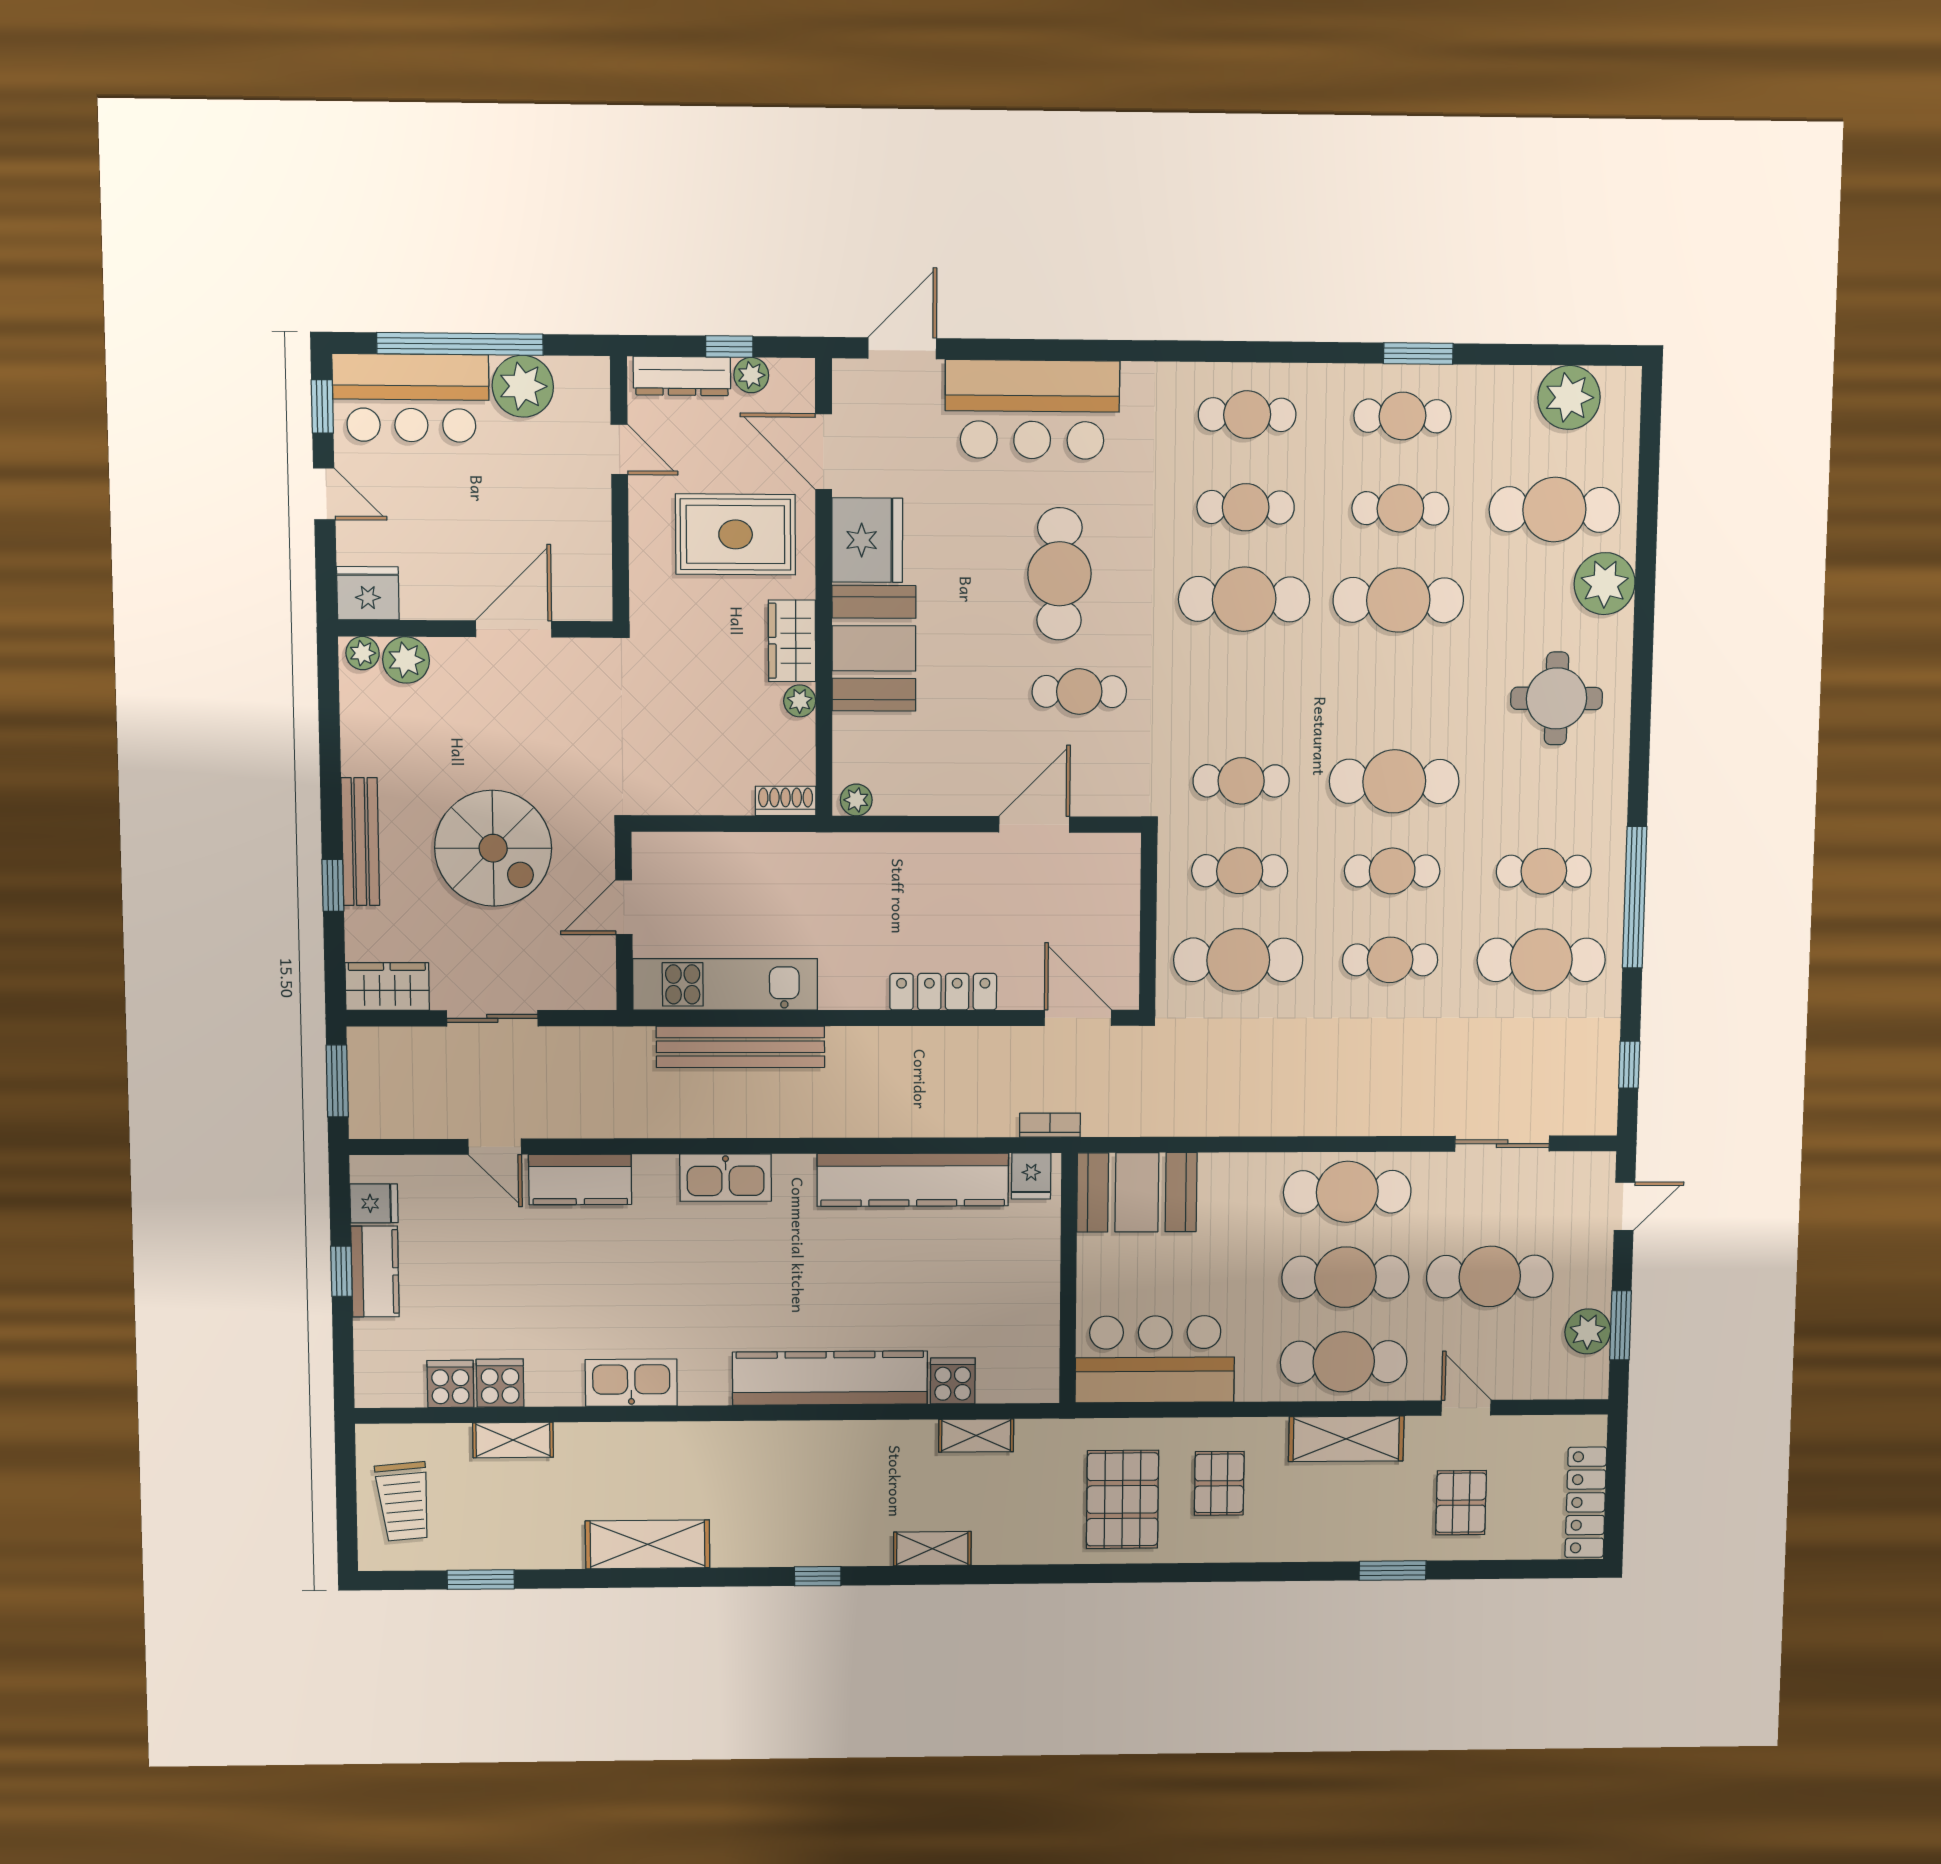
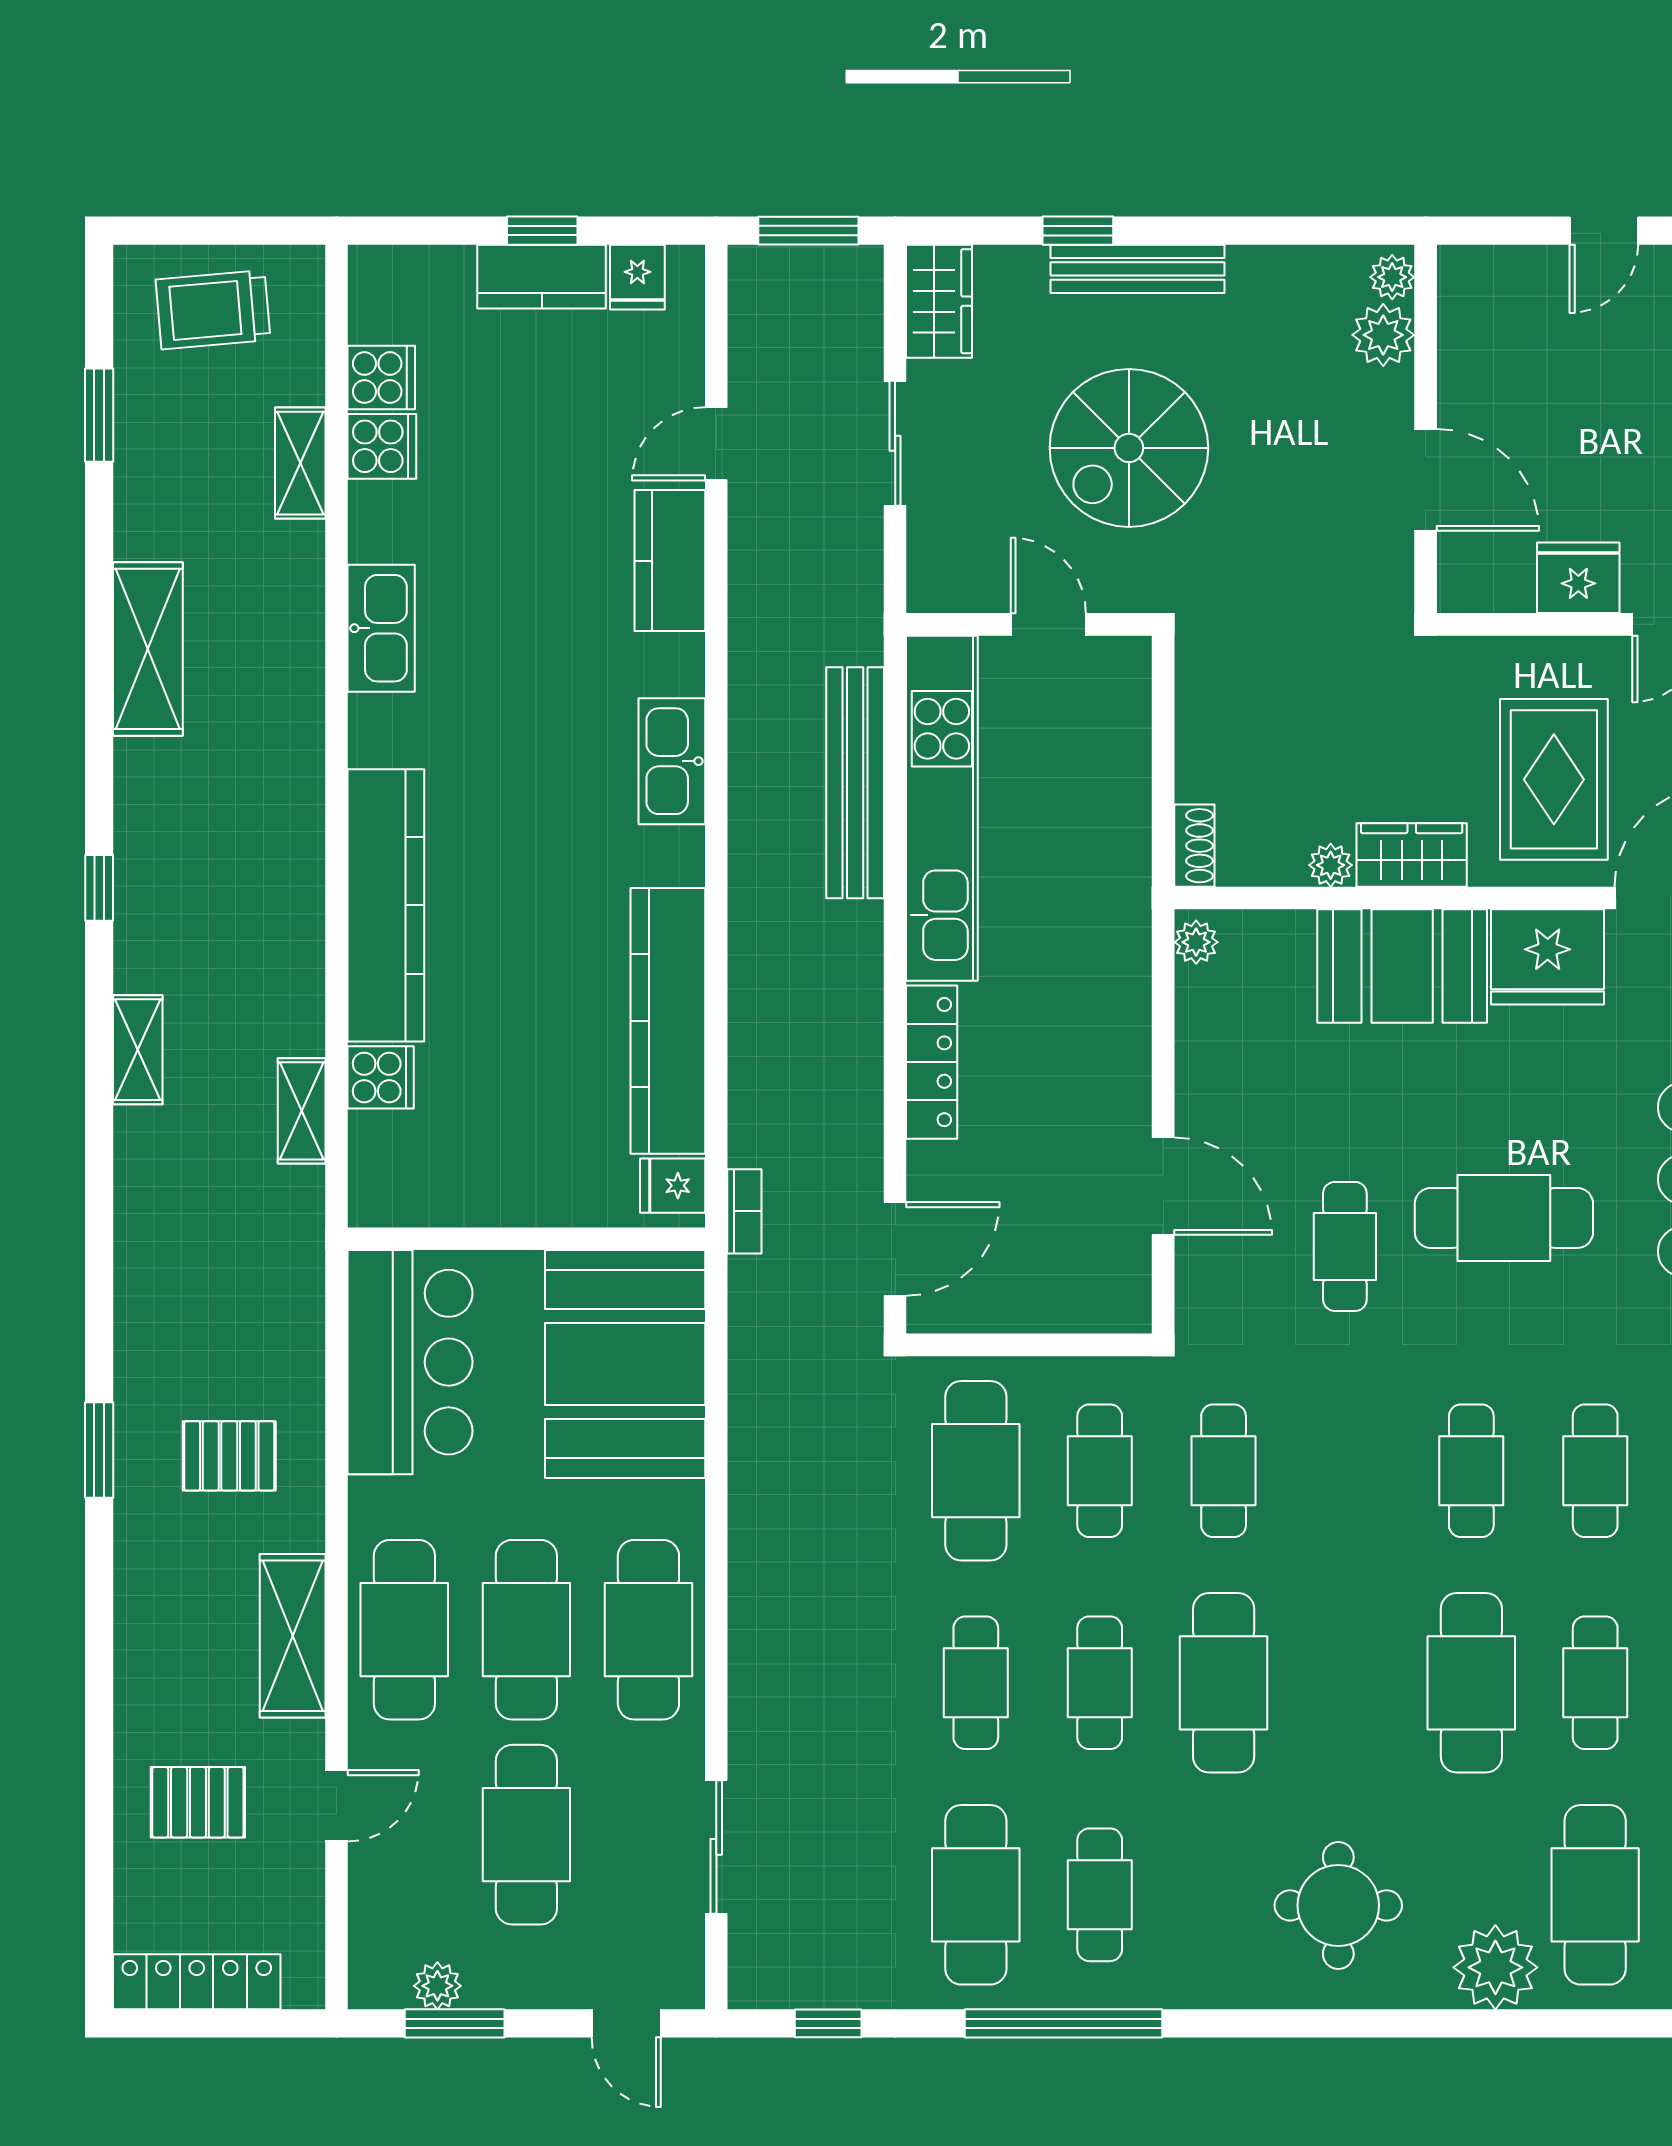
fridge: (368, 593) -> (1578, 578), moved, turned -90
cafe table: (1244, 599) -> (1471, 1471), width x0.73, depth x0.74
kitchen unit: (725, 984) -> (942, 808), width x1.36
booth: (1137, 1192) -> (625, 1364), width x1.36, depth x1.42
plant: (1588, 1331) -> (437, 1986), width x0.73, depth x0.73
pallet: (1123, 1499) -> (207, 1319), removed
window: (1393, 1570) -> (99, 1450), moved

